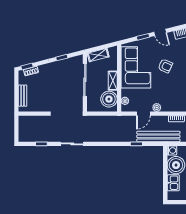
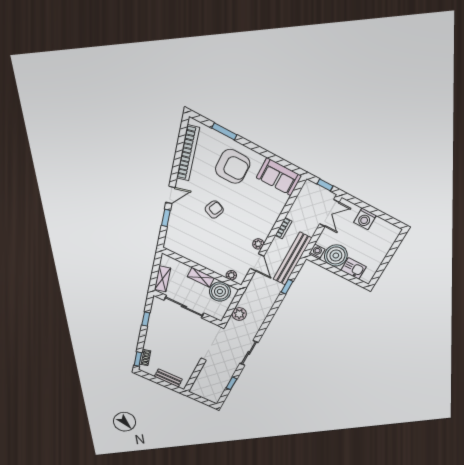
corner sofa: (136, 67) -> (198, 244), removed
plant: (99, 121) -> (239, 314), added

